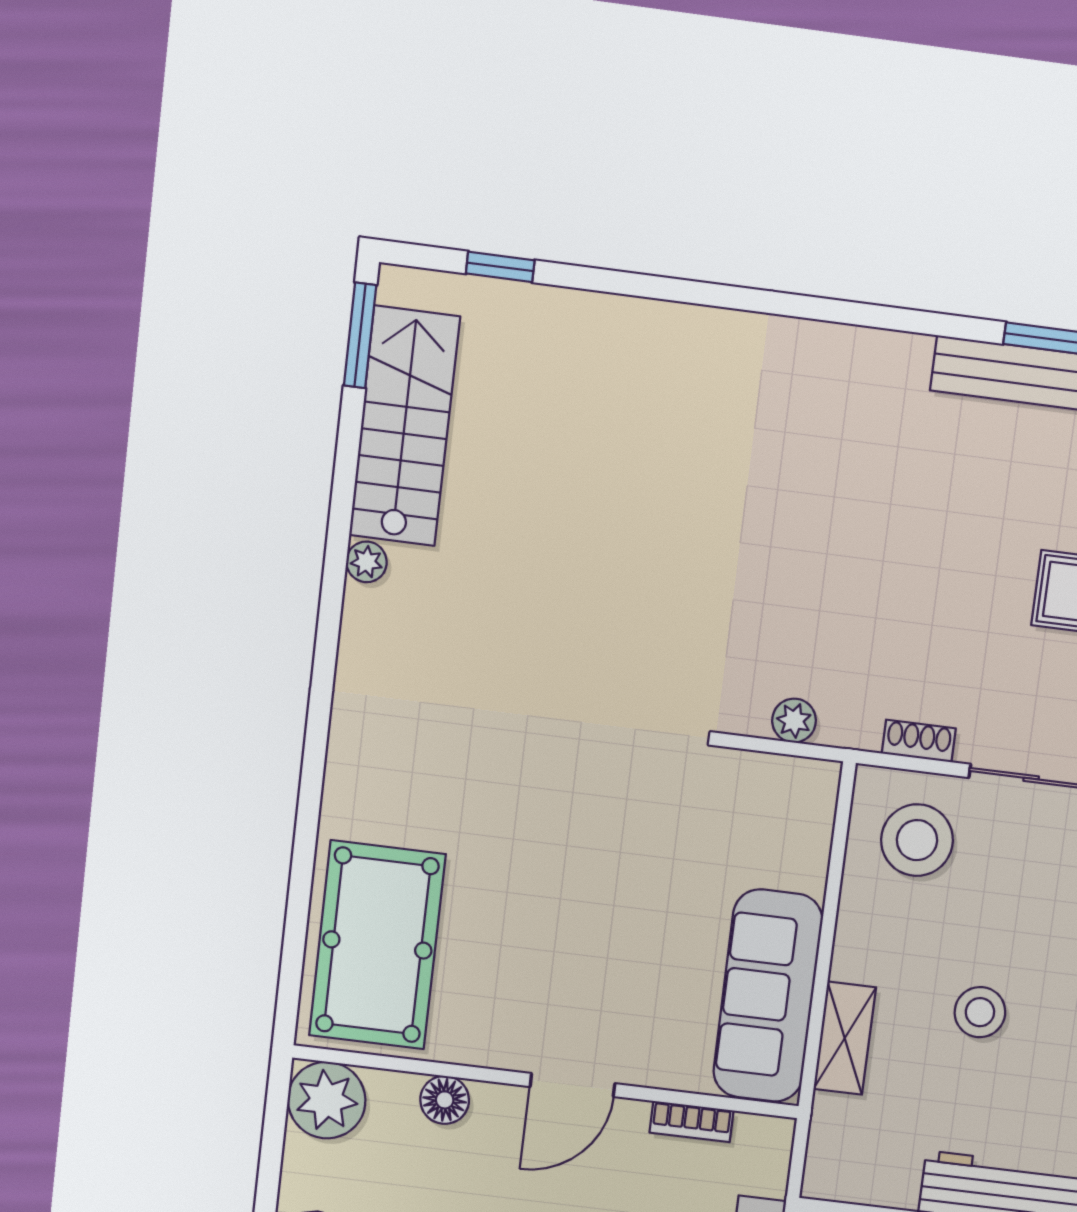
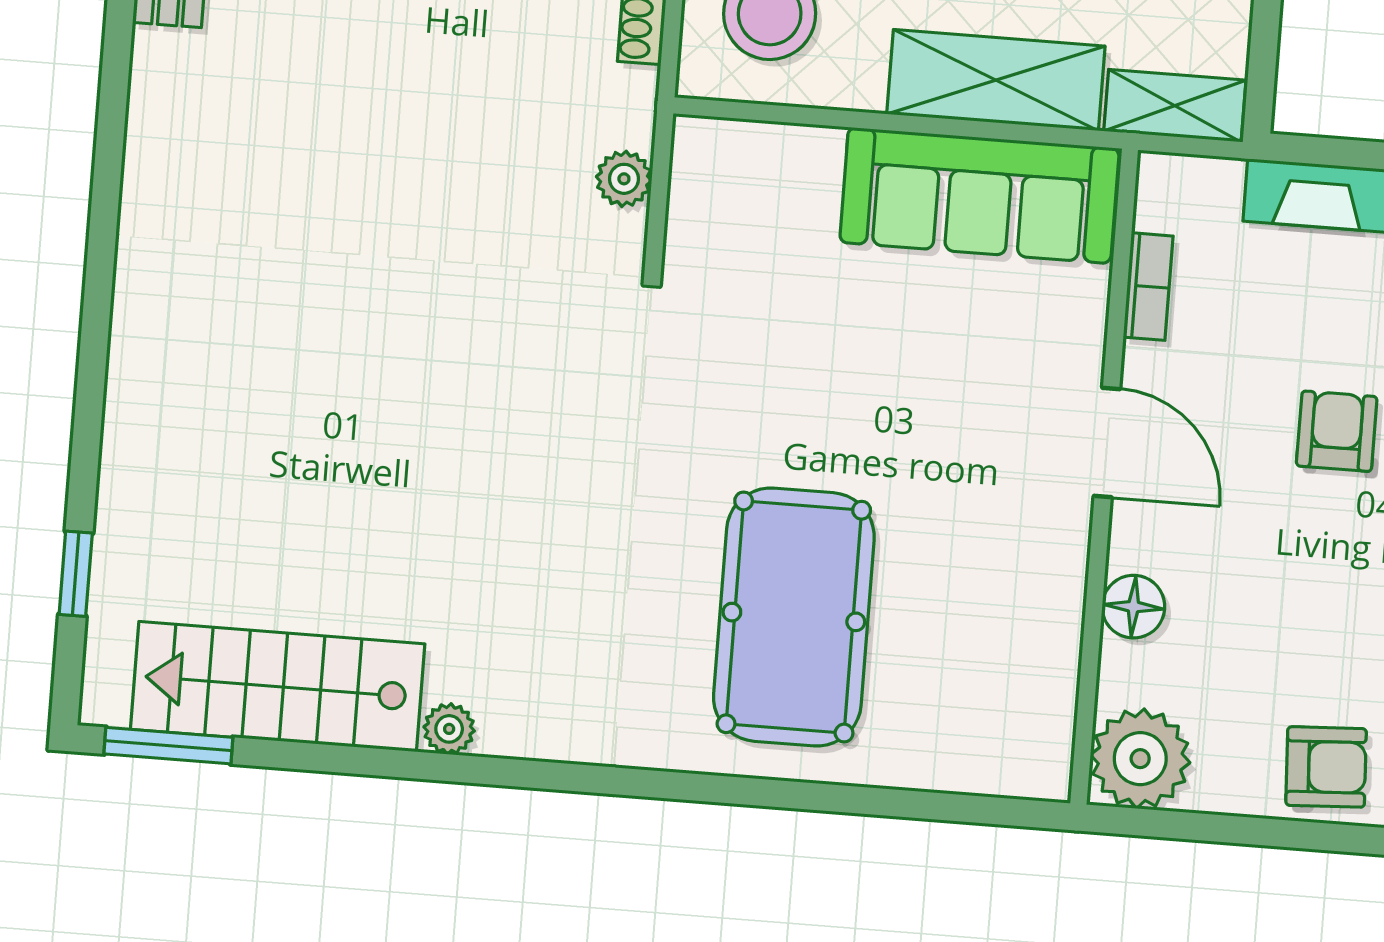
pool table: (377, 945) -> (794, 617), moved, turned 90
shelving: (845, 1038) -> (996, 80), width x1.50, depth x1.33
shelving: (830, 1148) -> (1175, 106), added

